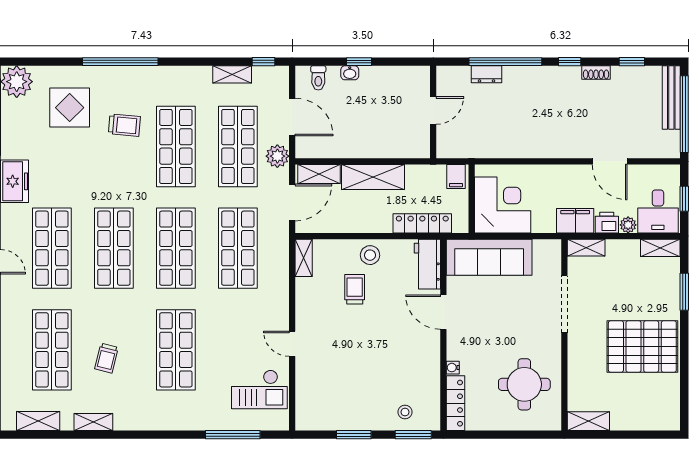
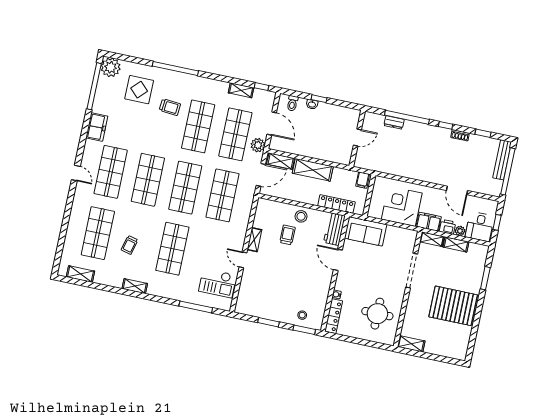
corner desk: (503, 205) -> (402, 206), moved, turned -90
shelving: (660, 248) -> (456, 245), moved
sofa: (489, 257) -> (366, 231), width x0.73
shelving: (304, 258) -> (254, 240), moved
shelving: (93, 422) -> (135, 286), moved

